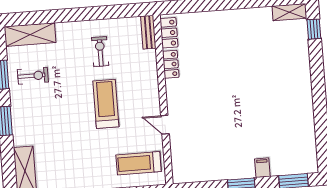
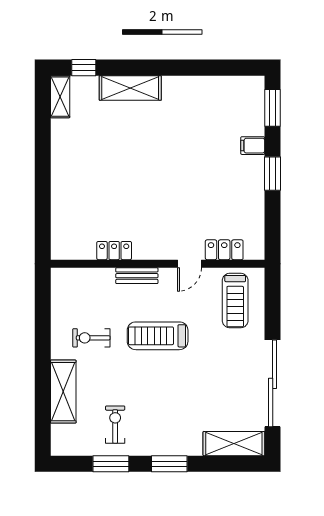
bench: (148, 32) -> (137, 276), moved
locker: (169, 33) -> (224, 250), moved
shelving: (30, 35) -> (63, 392), moved
shelving: (301, 67) -> (130, 88), added

